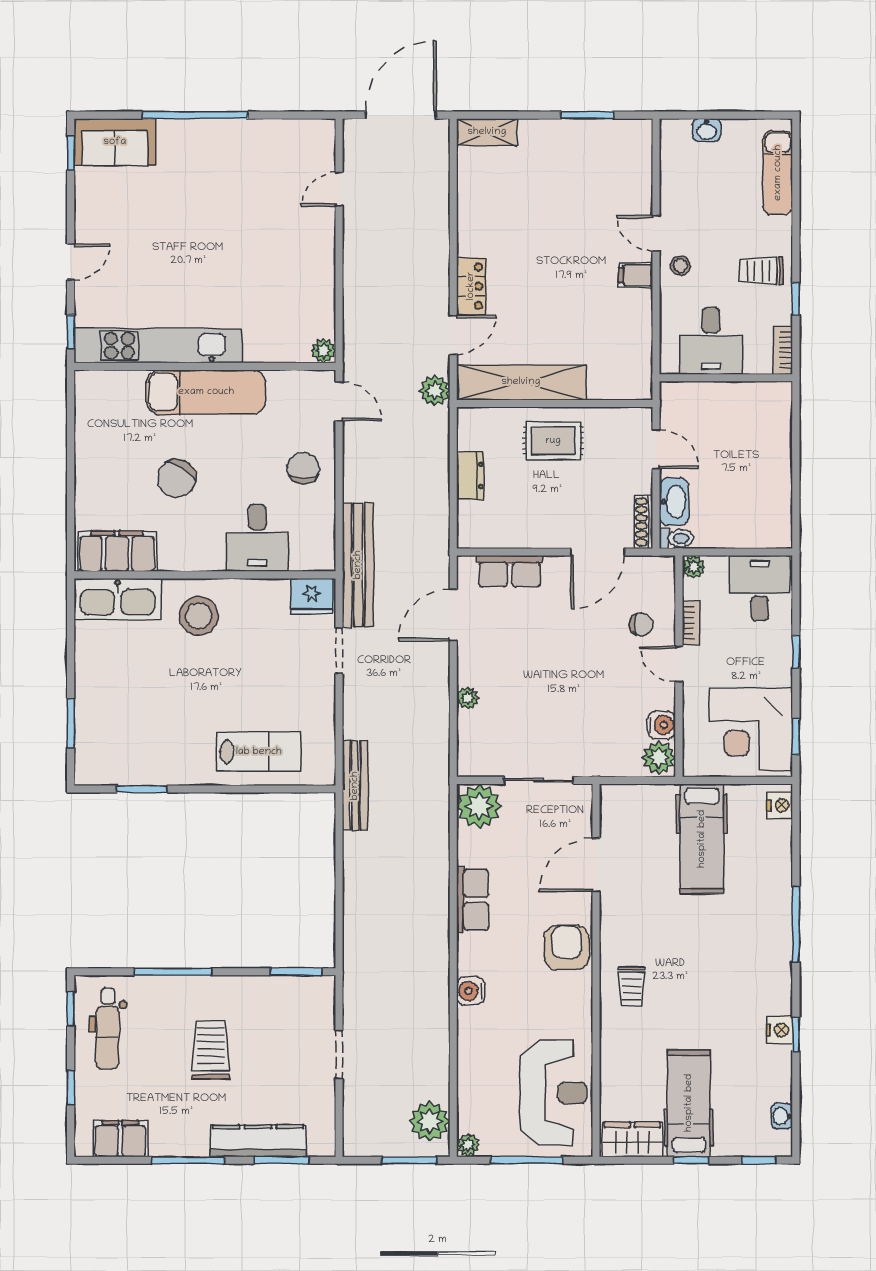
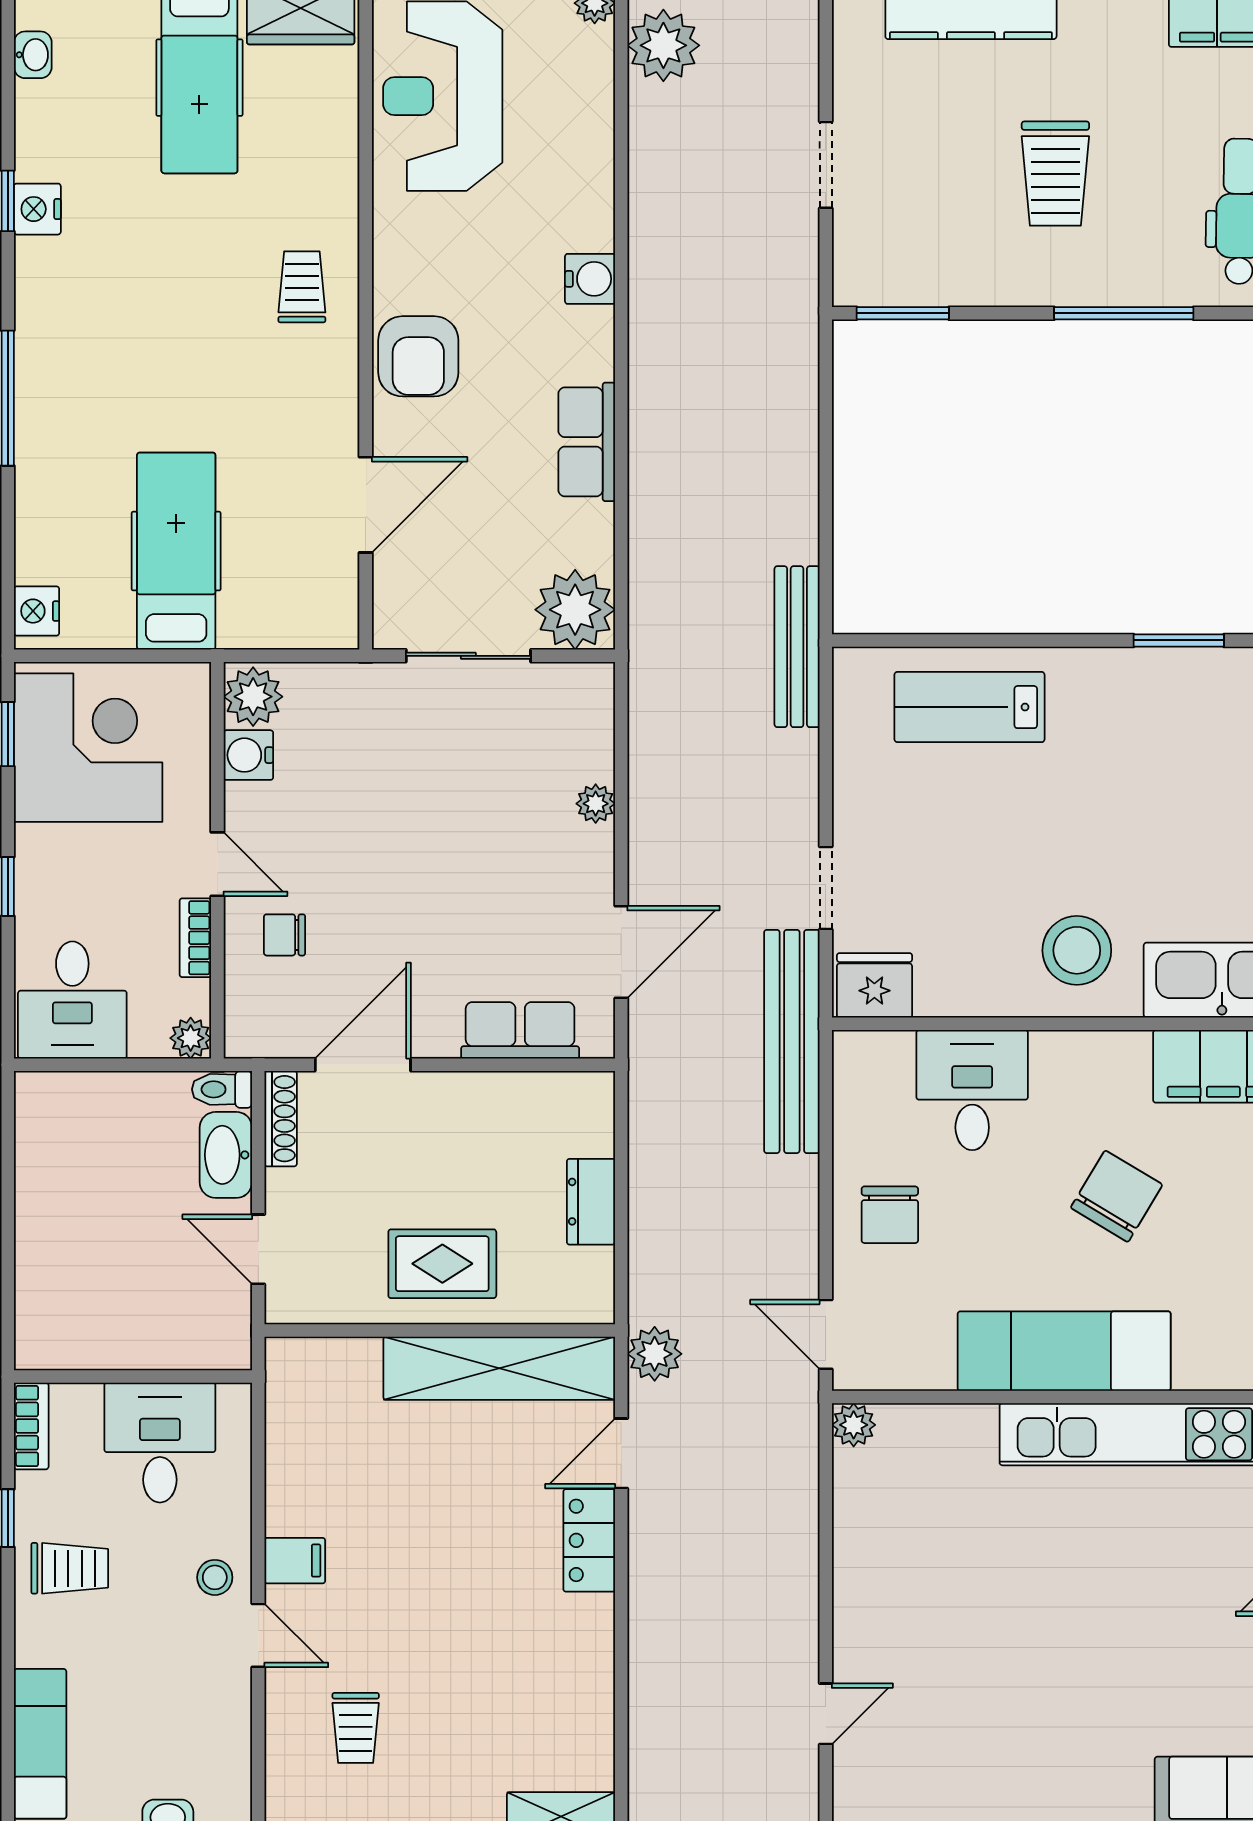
trolley: (602, 182) -> (356, 1728), added

